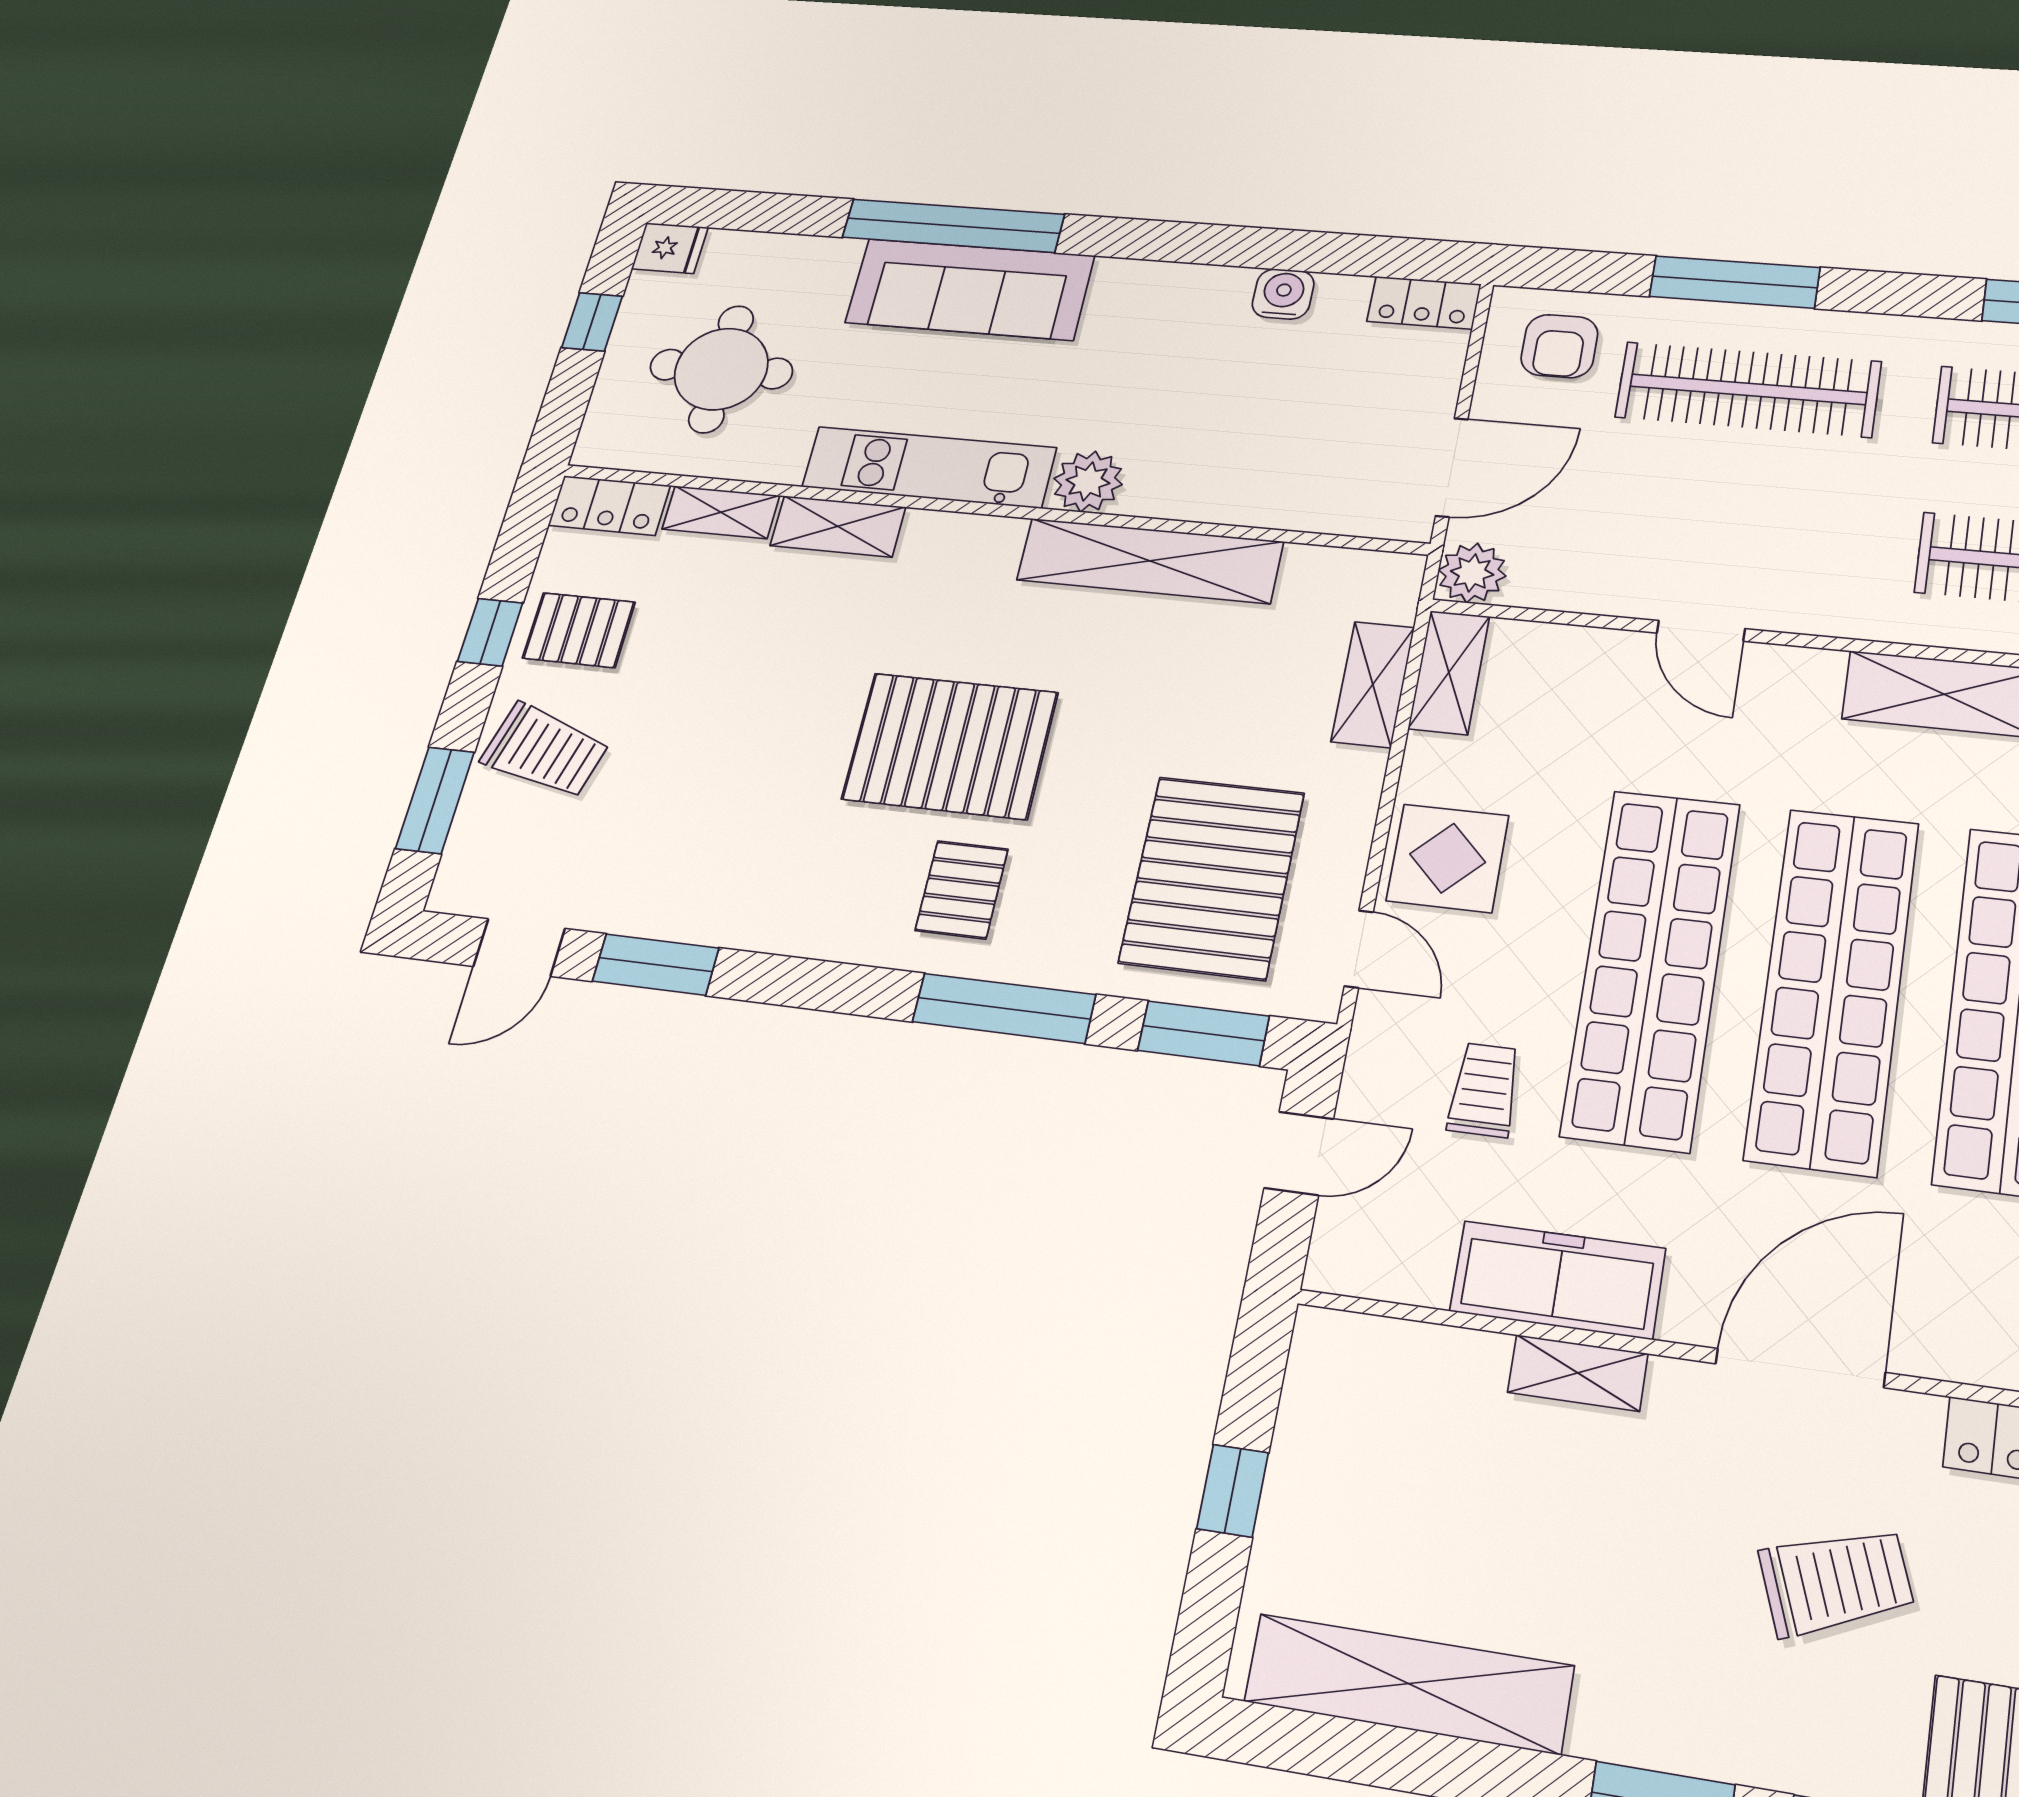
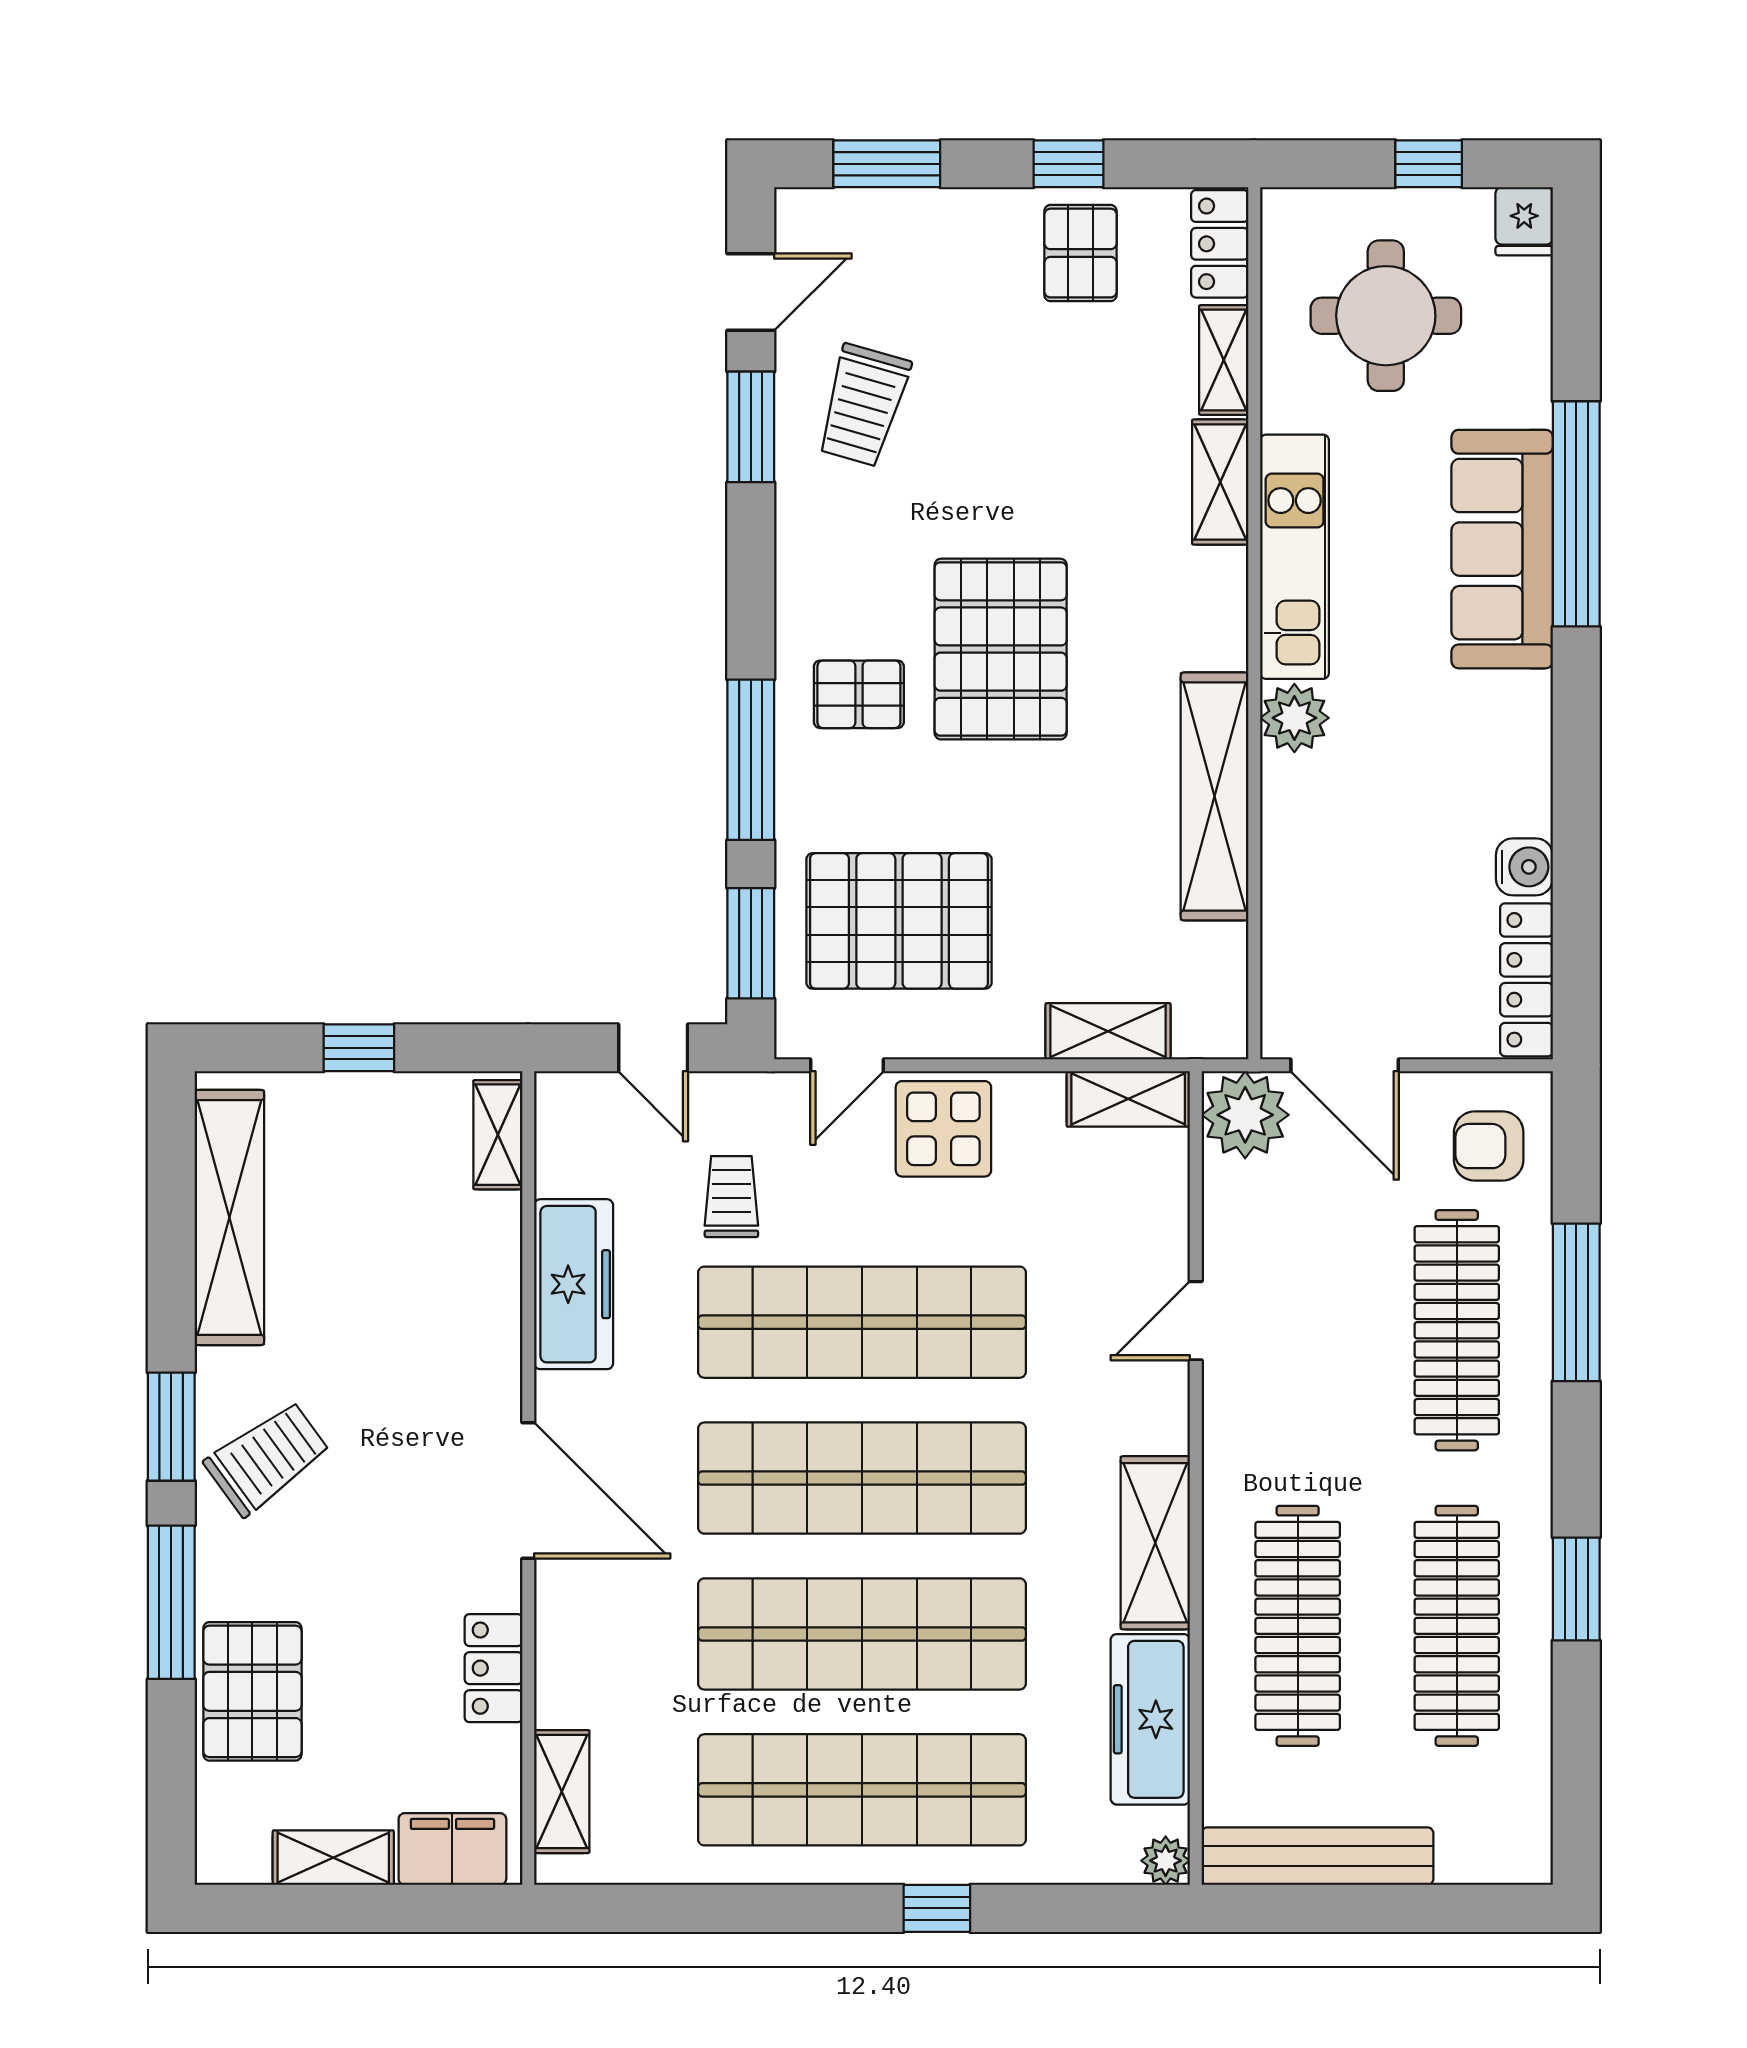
locker: (1424, 303) -> (1526, 980), width x1.53
plant: (1472, 573) -> (1245, 1115), width x1.36, depth x1.36
trolley: (545, 751) -> (863, 405), moved
door: (519, 947) -> (751, 292), swing flipped
trolley: (1484, 1090) -> (731, 1197), turned -90
shelving: (1578, 1373) -> (498, 1135), moved
trolley: (1836, 1581) -> (267, 1458), moved, turned -106

